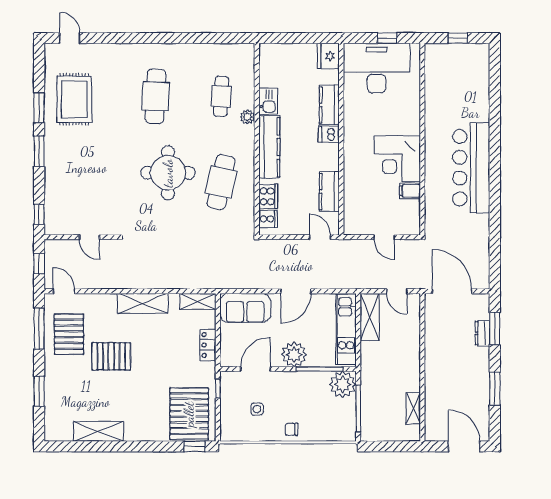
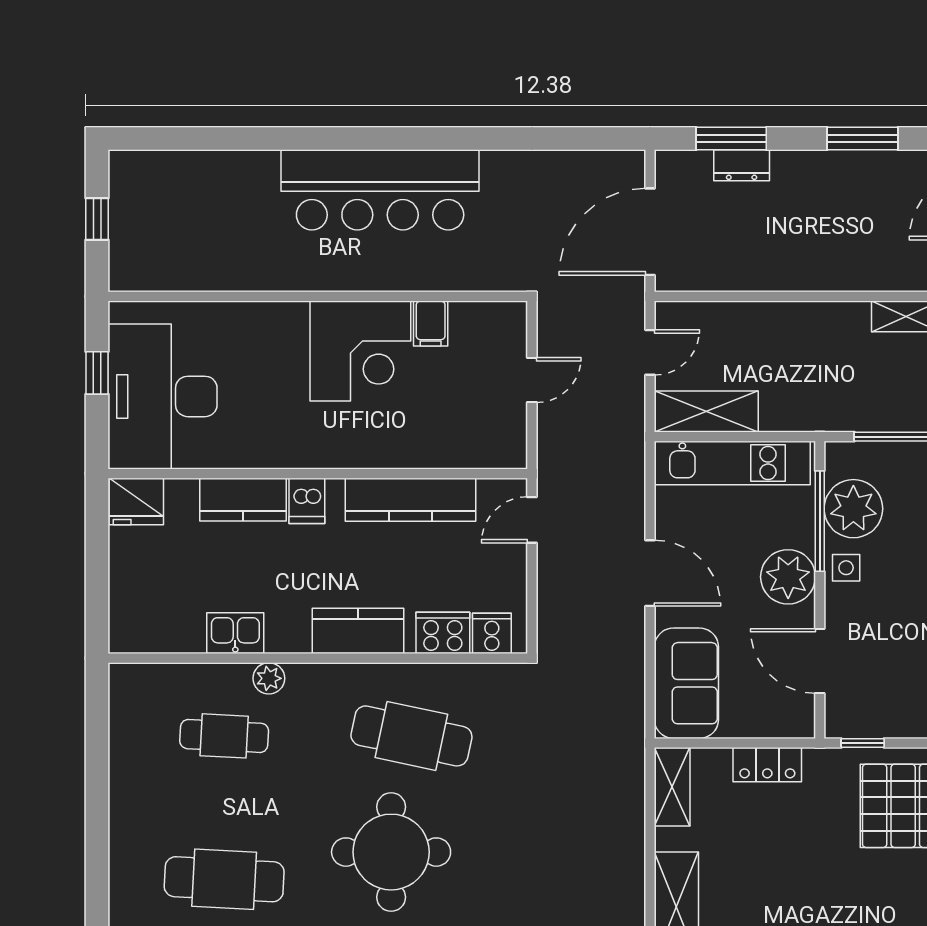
kitchen counter: (269, 147) -> (358, 631), width x0.67
kitchen counter: (329, 192) -> (410, 500), width x1.50
plant: (343, 384) -> (853, 509), moved
side table: (257, 409) -> (846, 568), moved

